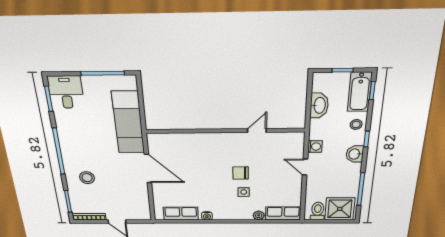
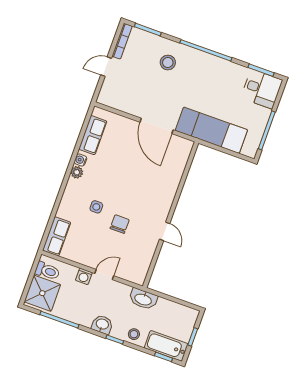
washbasin: (319, 105) -> (143, 299), moved
door: (257, 131) -> (165, 231), moved
washing machine: (315, 147) -> (84, 276), moved
door: (148, 169) -> (157, 126), hinge flipped
chair: (241, 173) -> (120, 224), moved
plant: (259, 215) -> (77, 172), moved

